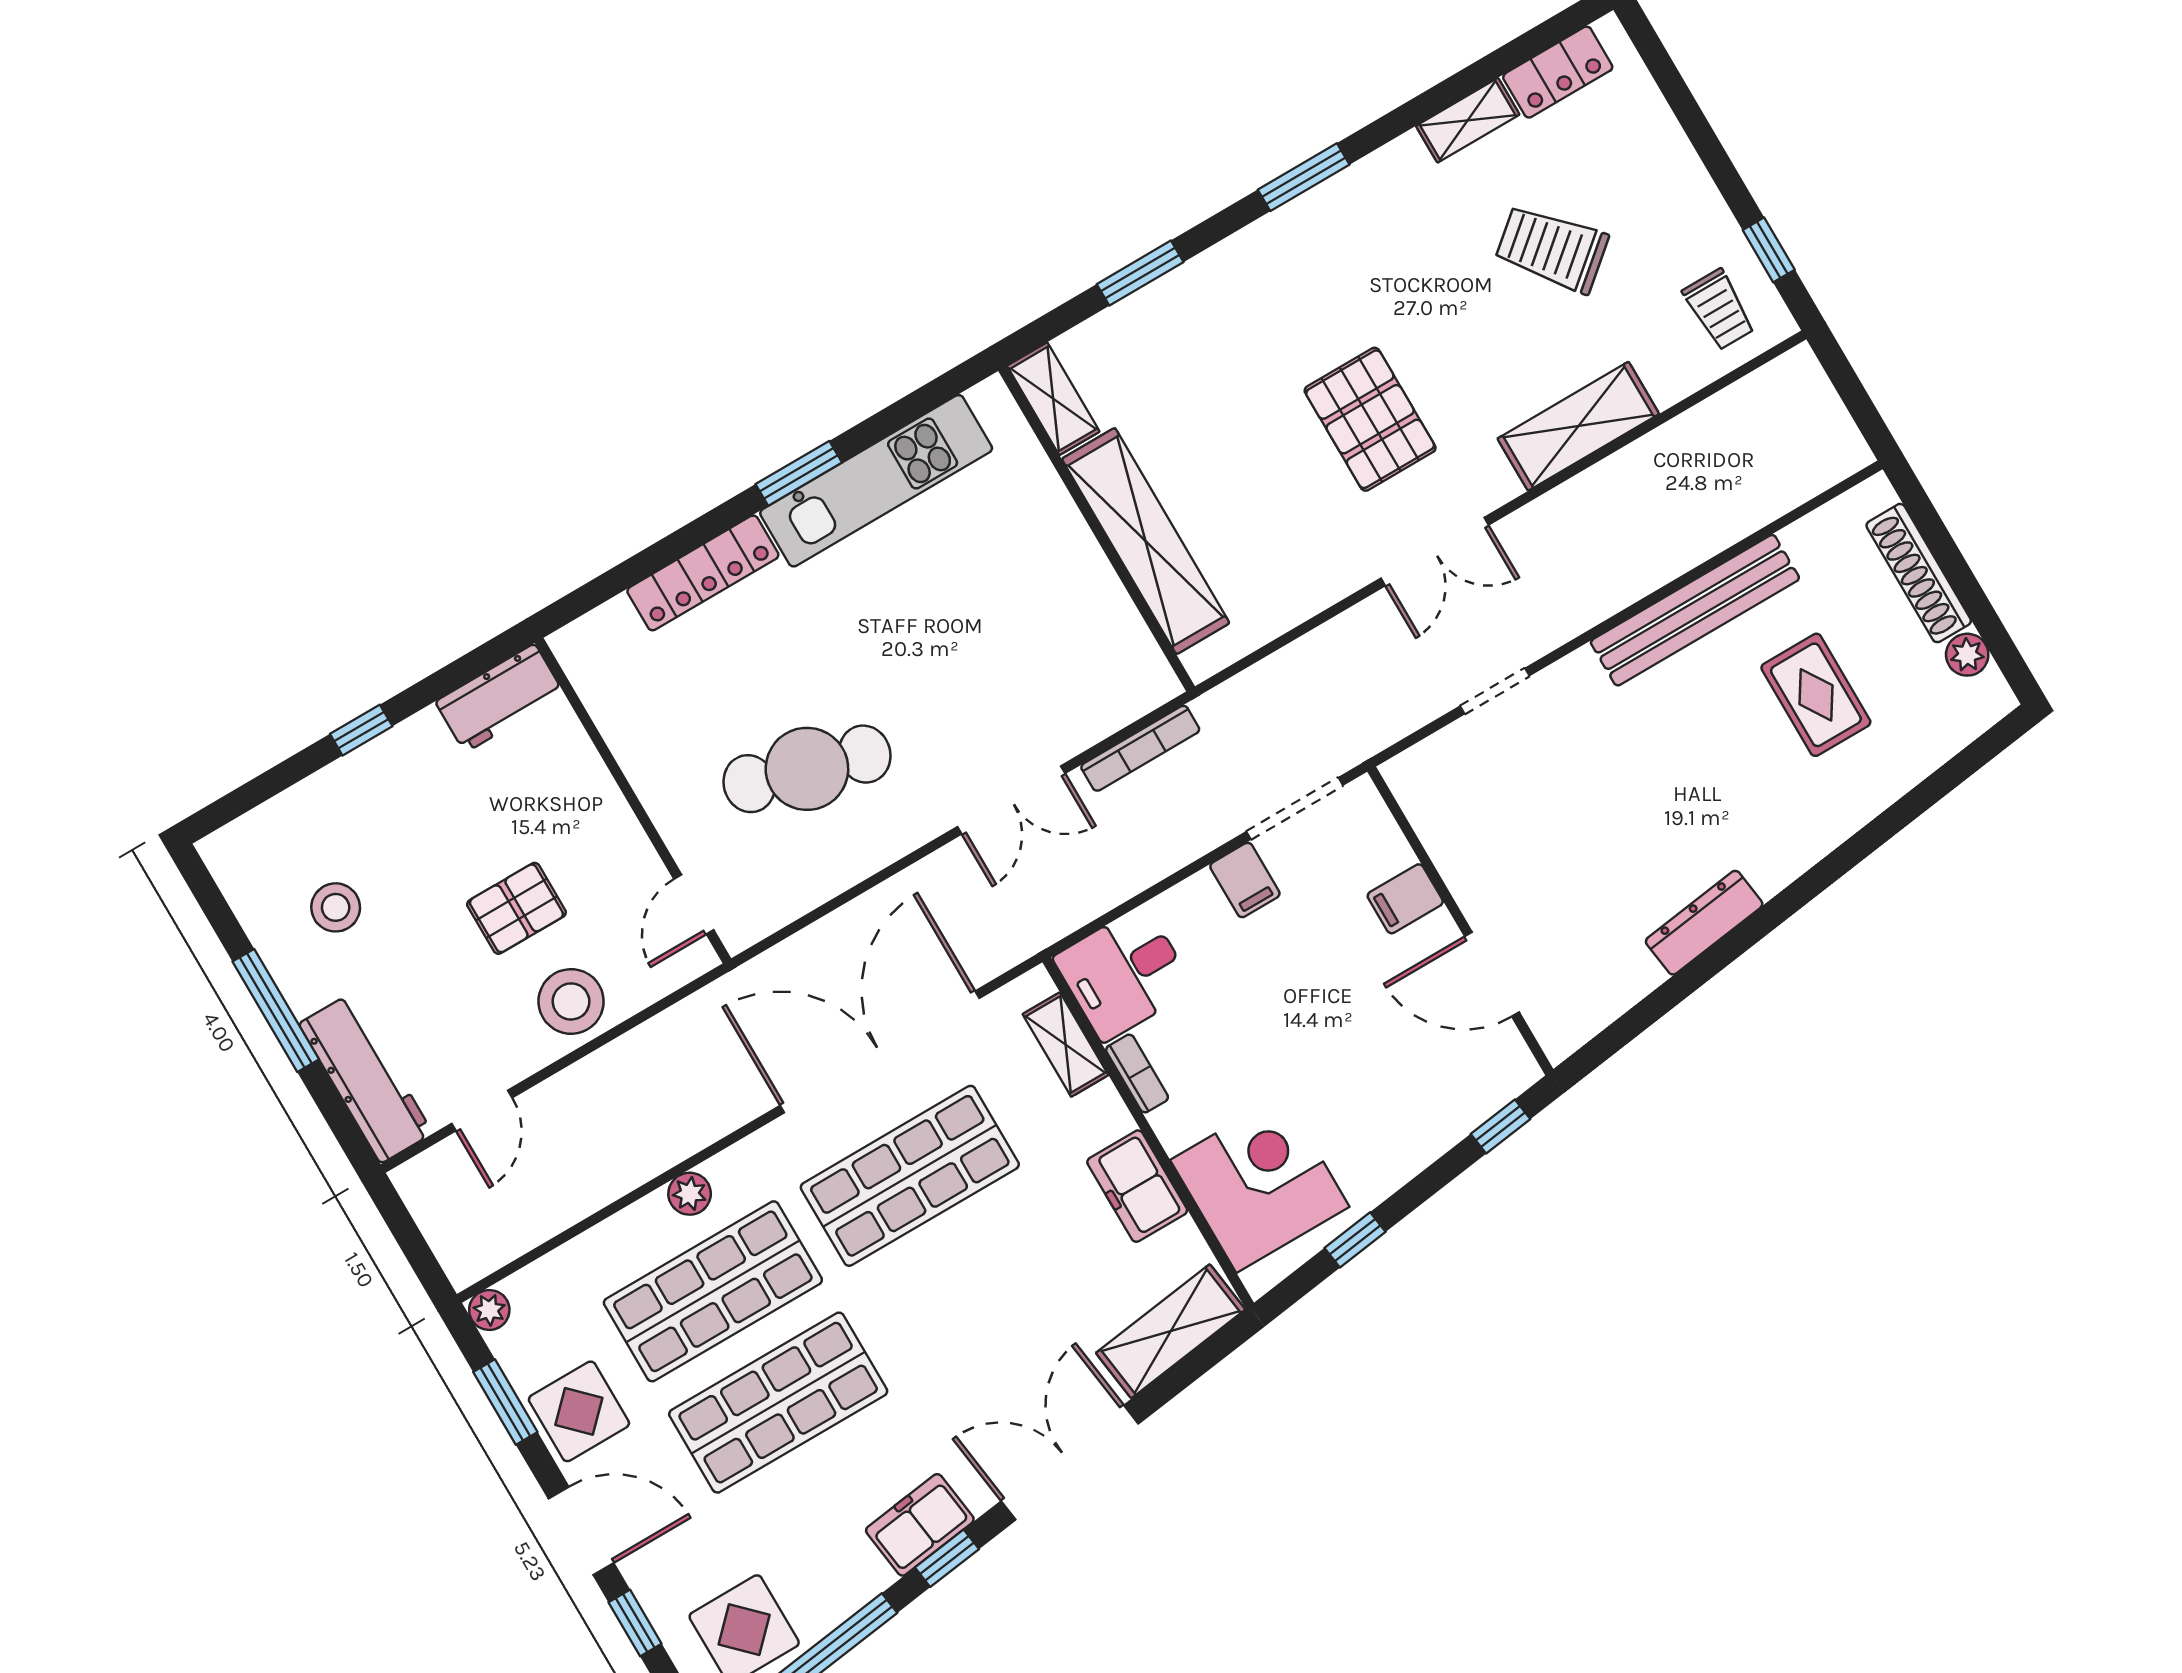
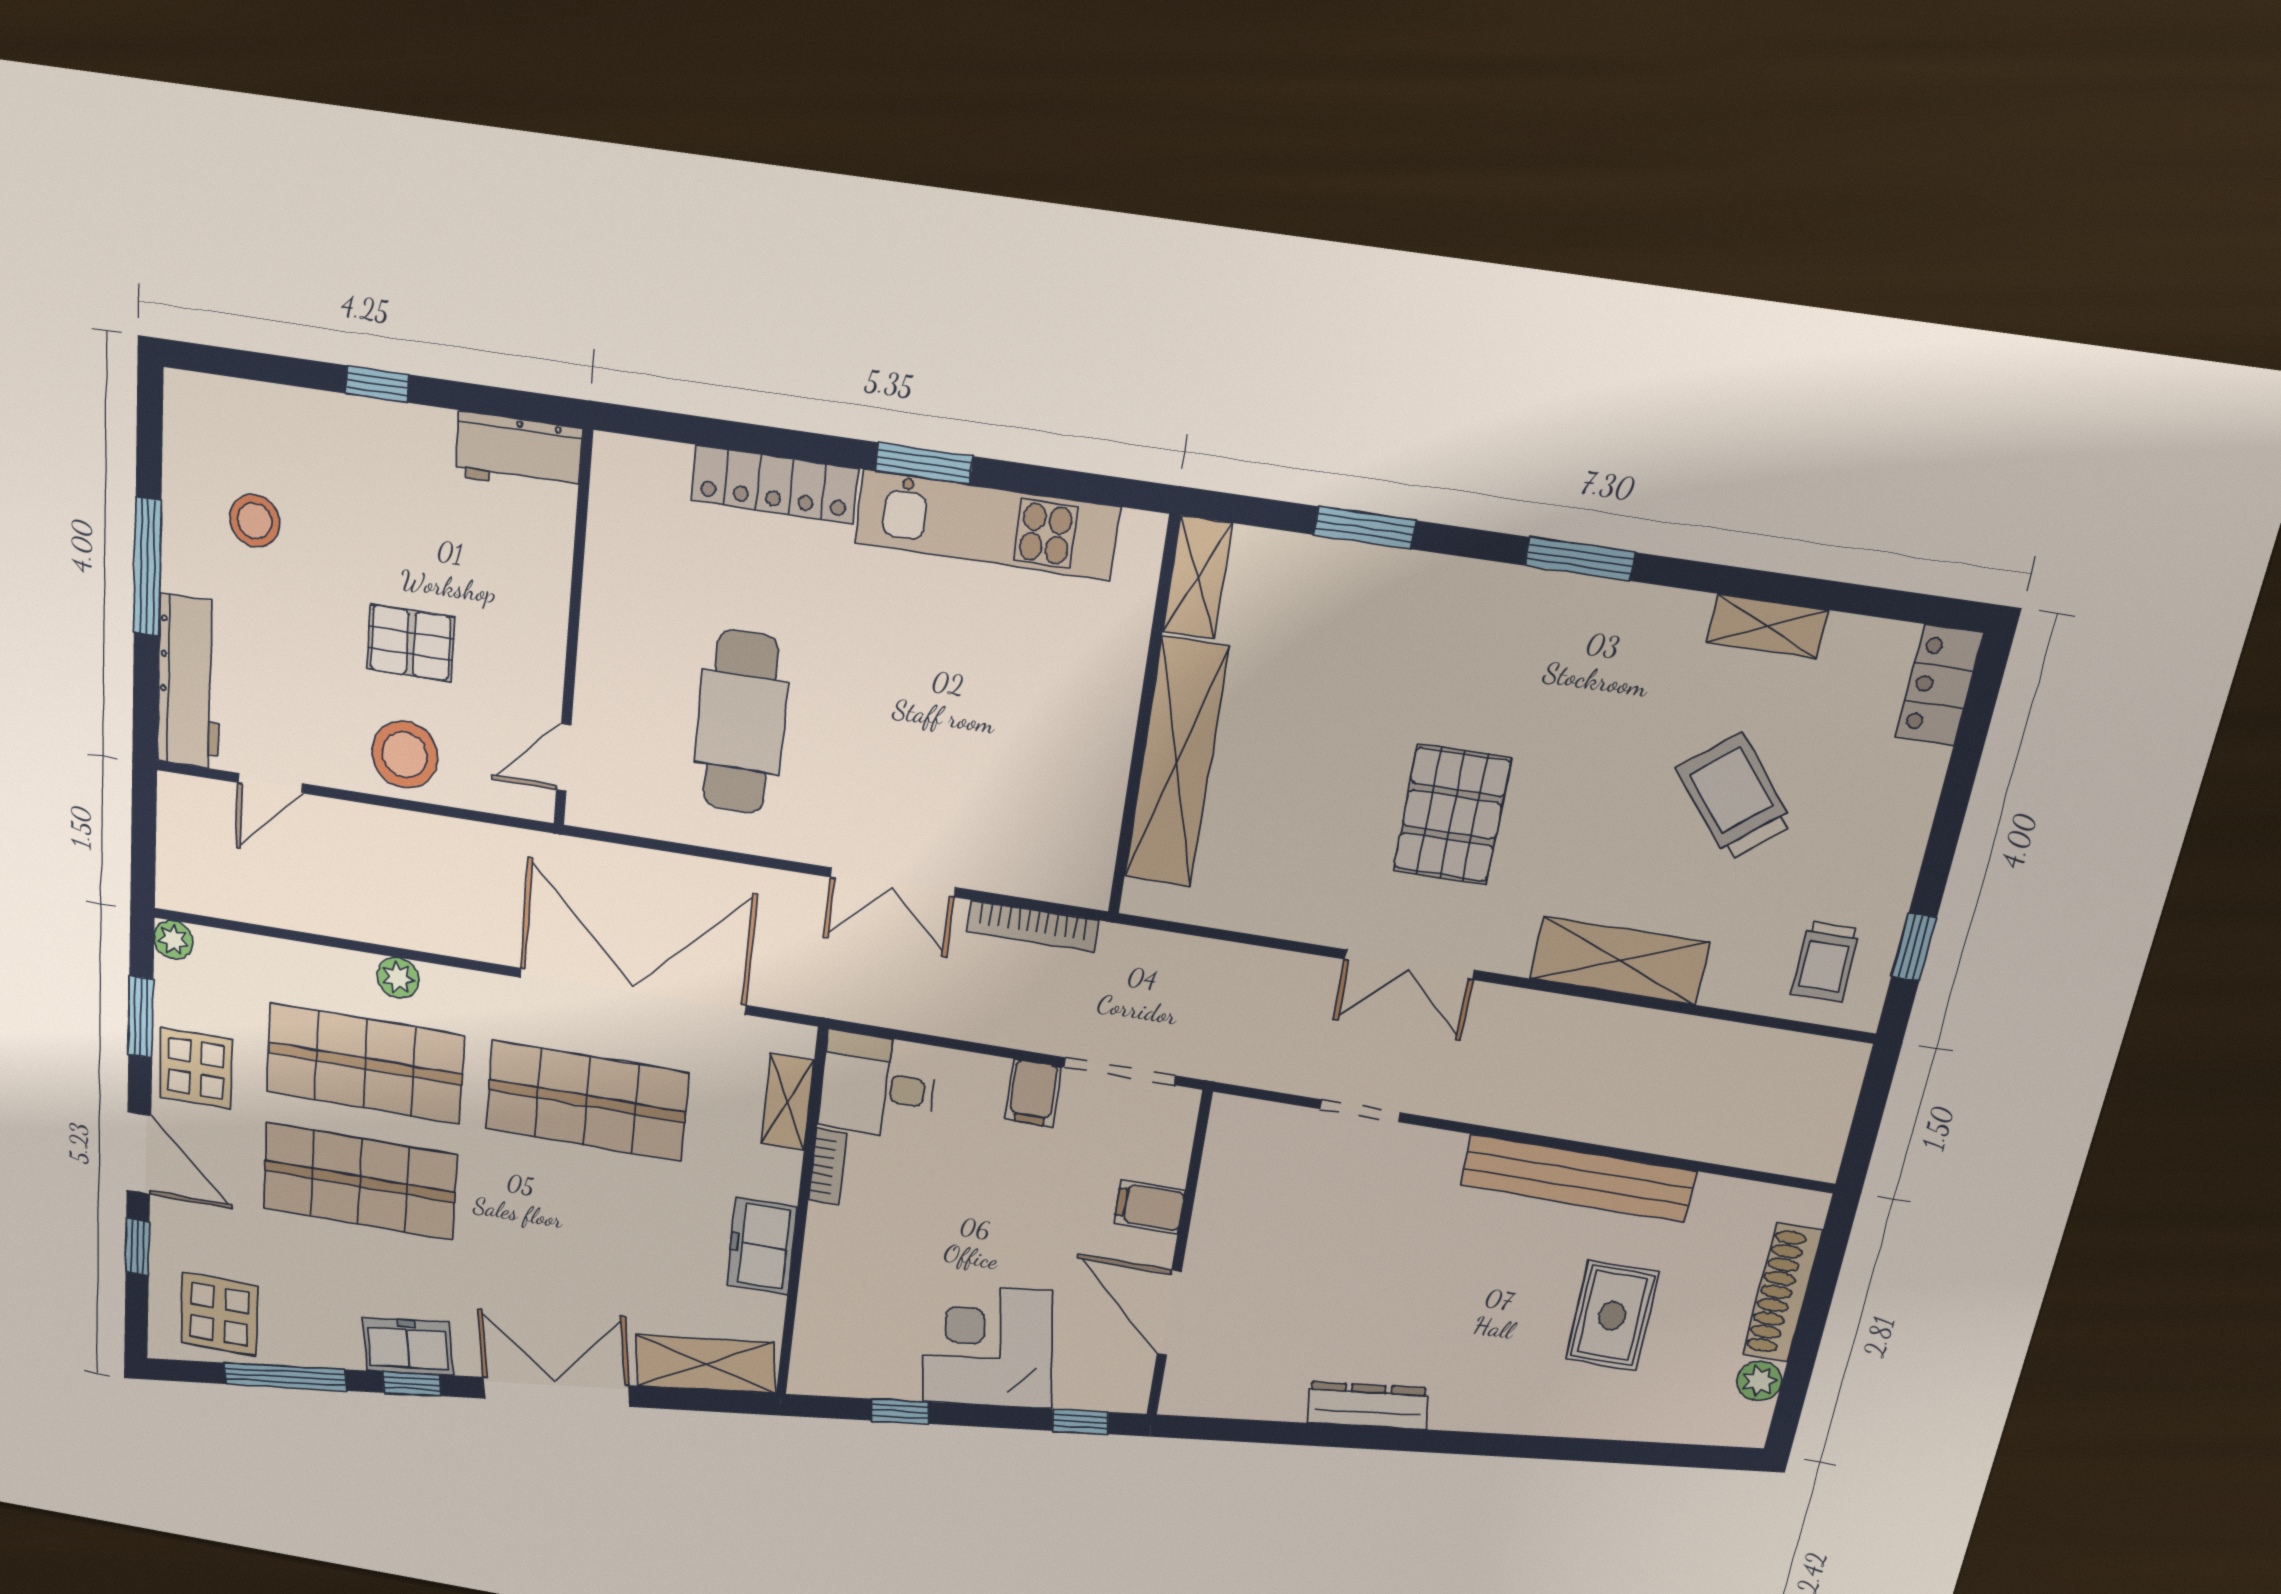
locker: (1558, 72) -> (1939, 685), moved, turned 90
cafe table: (807, 769) -> (741, 722), turned 74
corner desk: (1260, 1183) -> (987, 1346), moved, turned -98

